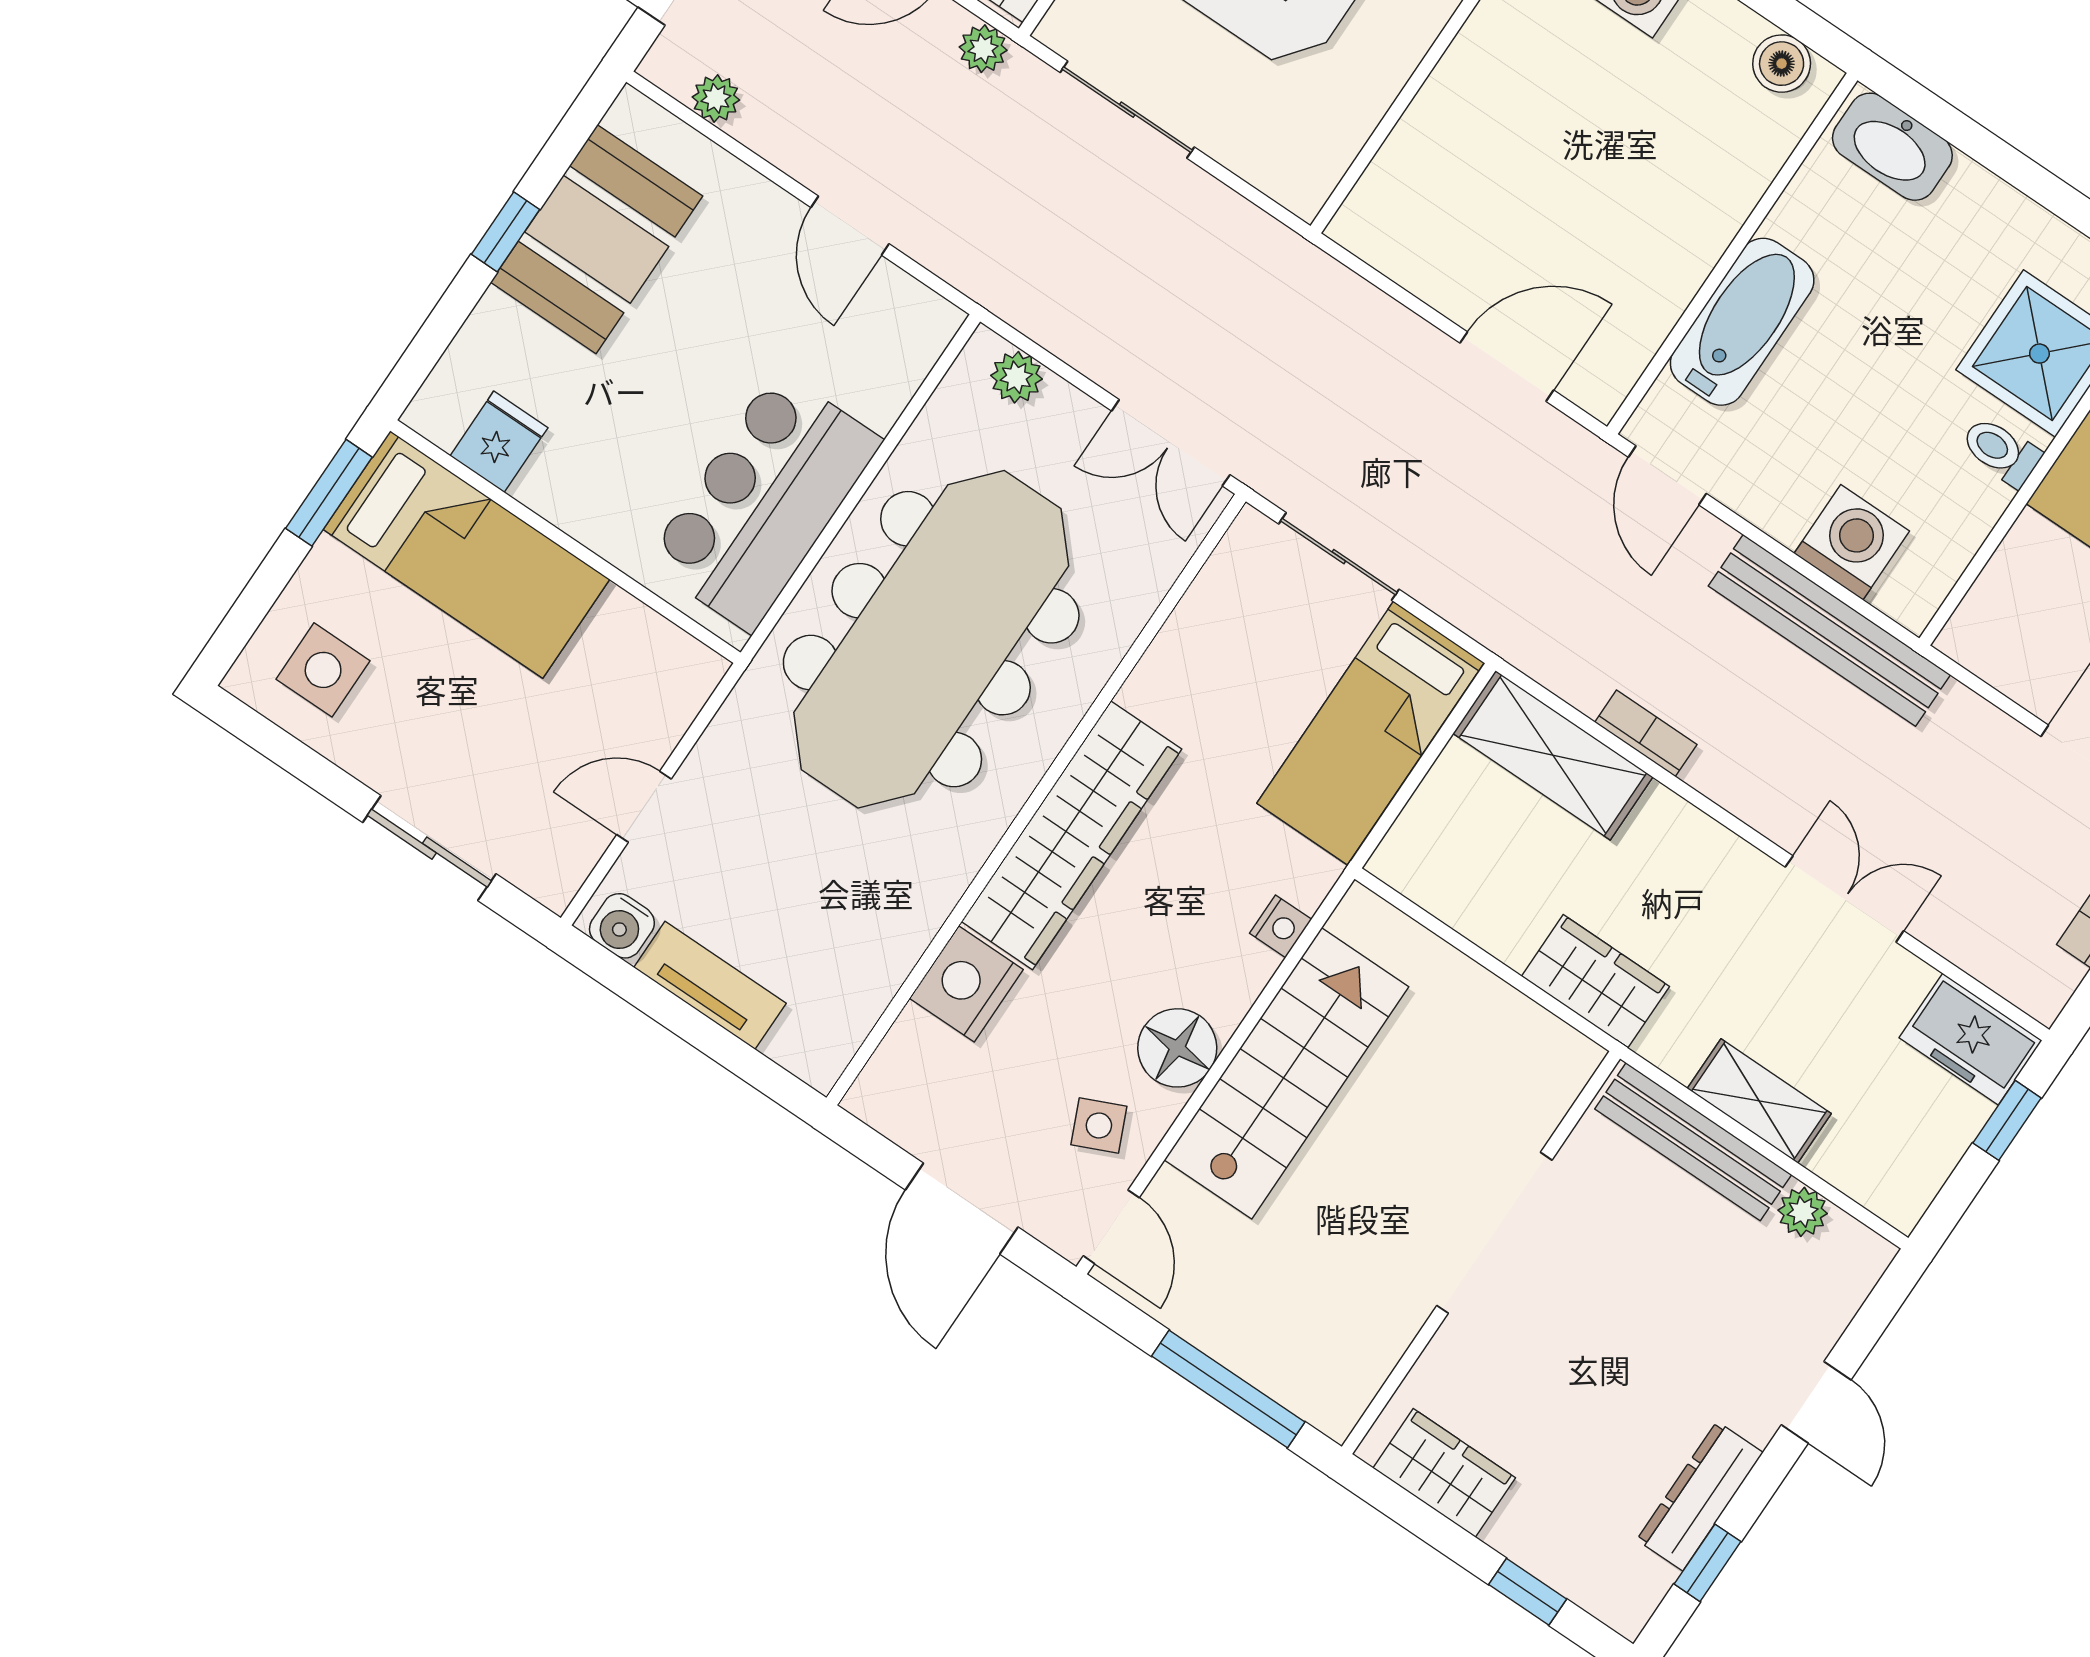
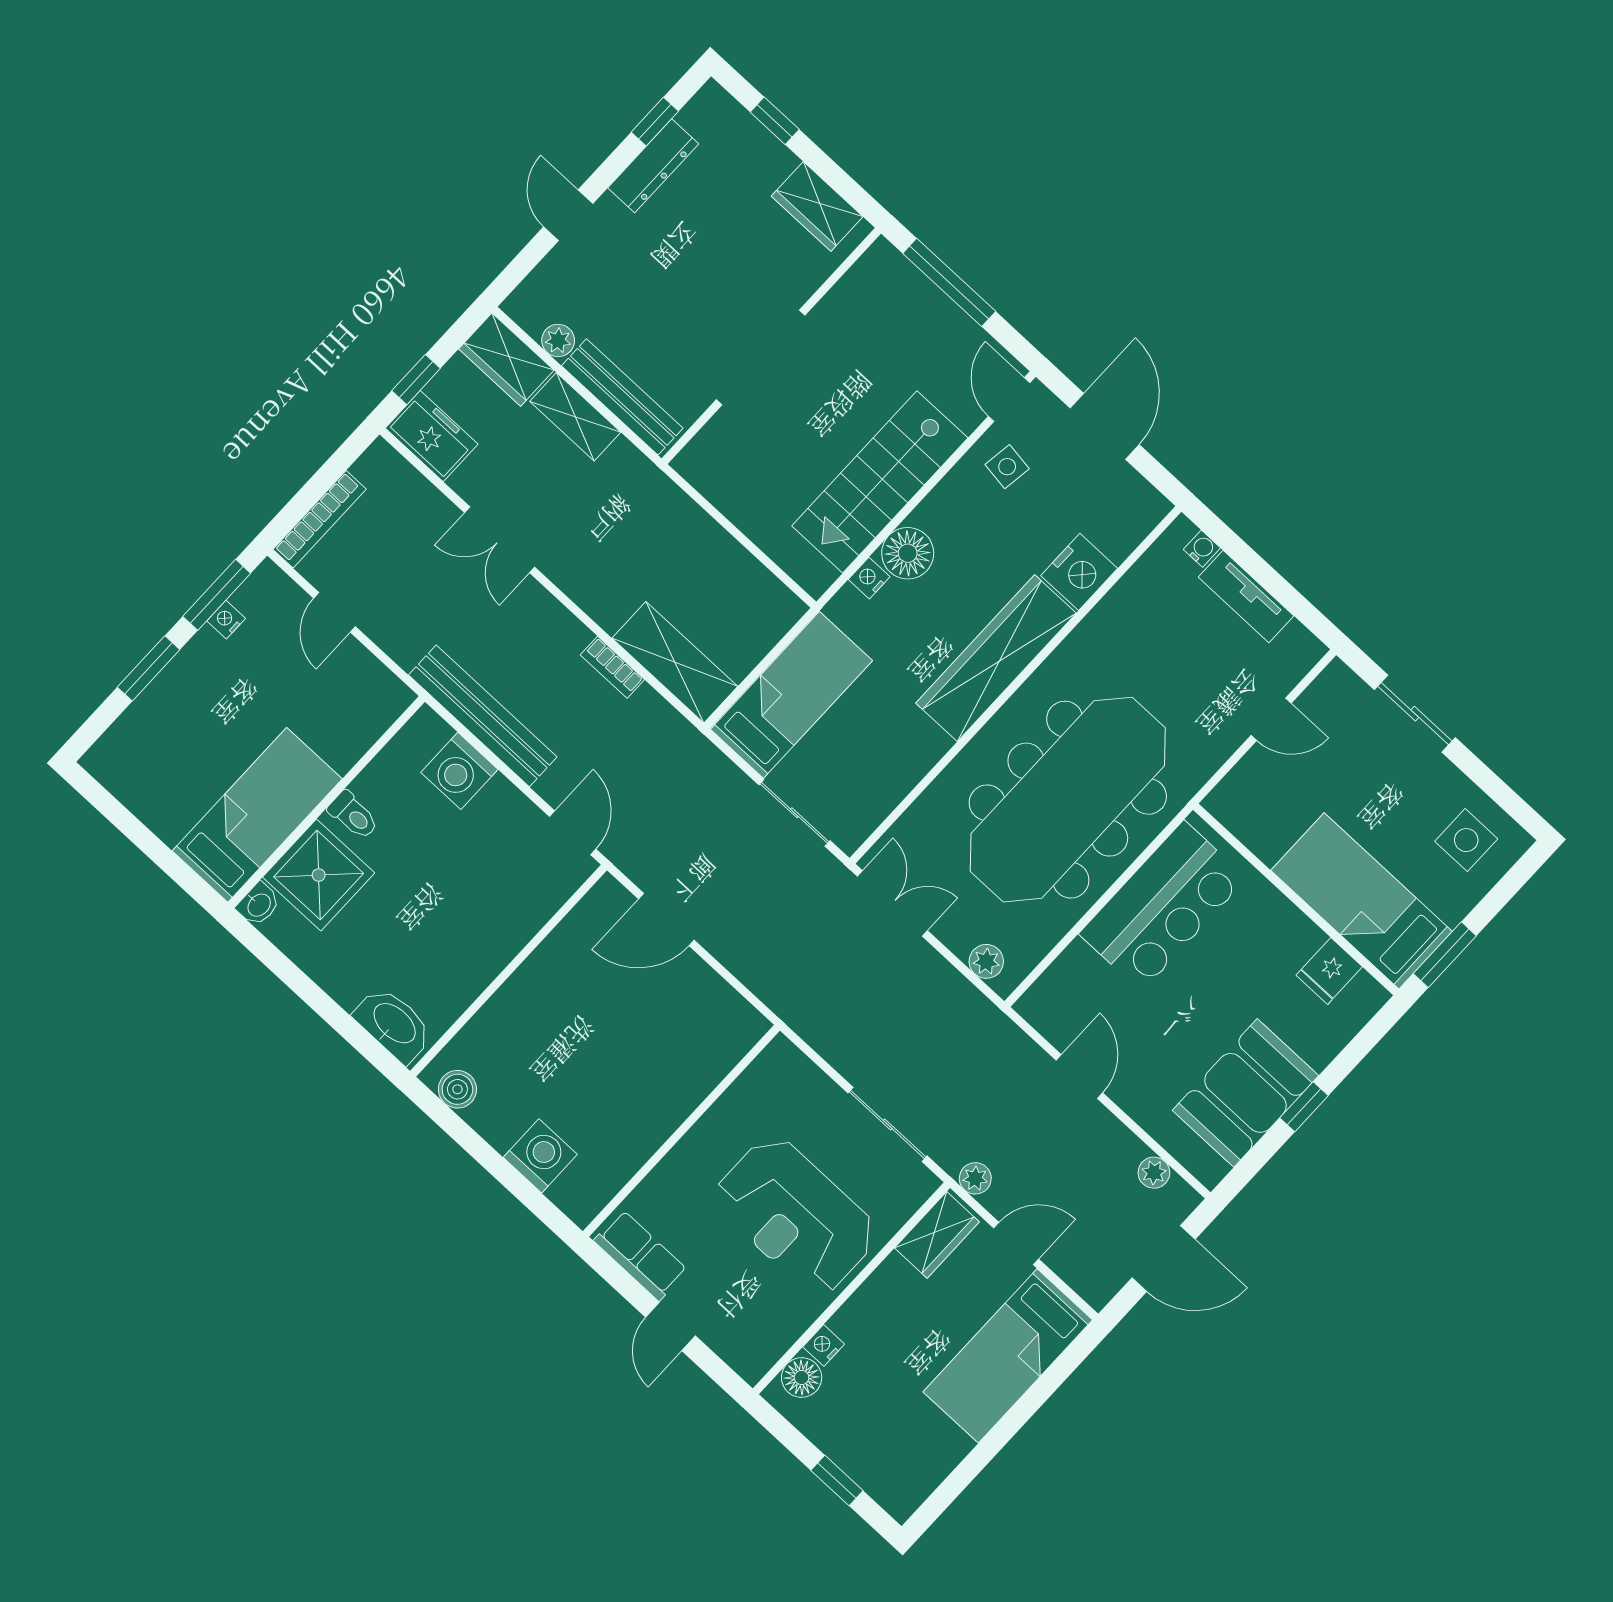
bathtub: (1742, 322) -> (509, 925), removed
water cooler: (622, 926) -> (1202, 549), moved, width x0.72, depth x0.72
wardrobe: (1595, 981) -> (506, 360), moved
floor lamp: (1177, 1048) -> (908, 553), moved
side table: (1099, 1125) -> (1007, 467), turned 32

